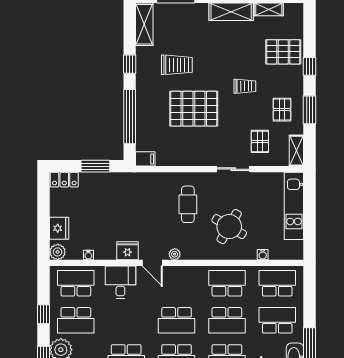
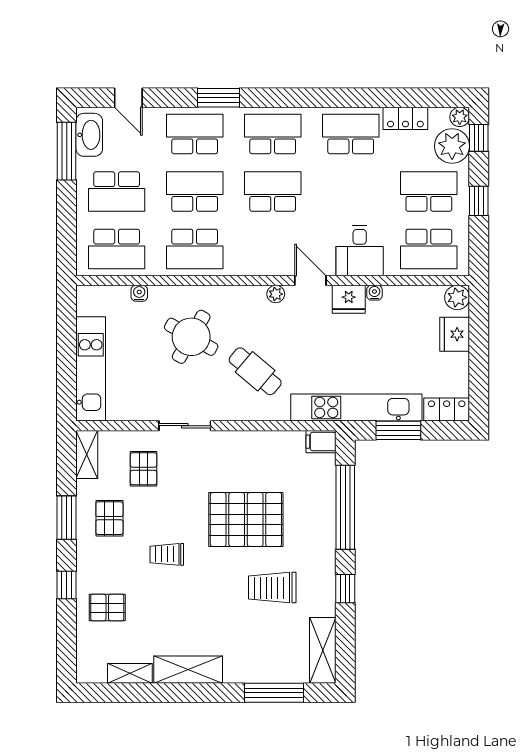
pallet: (283, 52) -> (107, 608), width x0.67, depth x0.71
kitchen unit: (123, 181) -> (356, 407), added
cafe table: (188, 204) -> (255, 371), turned -50
water cooler: (88, 255) -> (374, 293), moved

